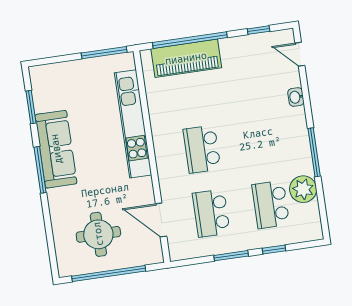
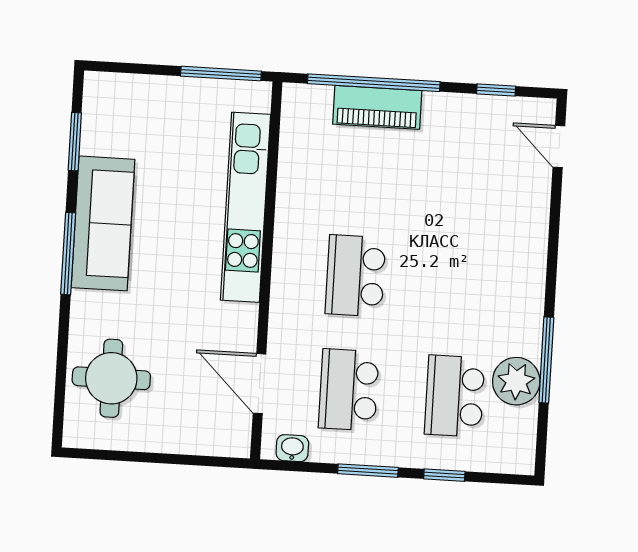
piano: (186, 58) -> (377, 107), width x0.73, depth x0.75
washbasin: (296, 97) -> (292, 448), moved, turned 90
window: (314, 152) -> (546, 360), moved
round table: (98, 234) -> (111, 378), moved
window: (109, 274) -> (150, 458), removed

